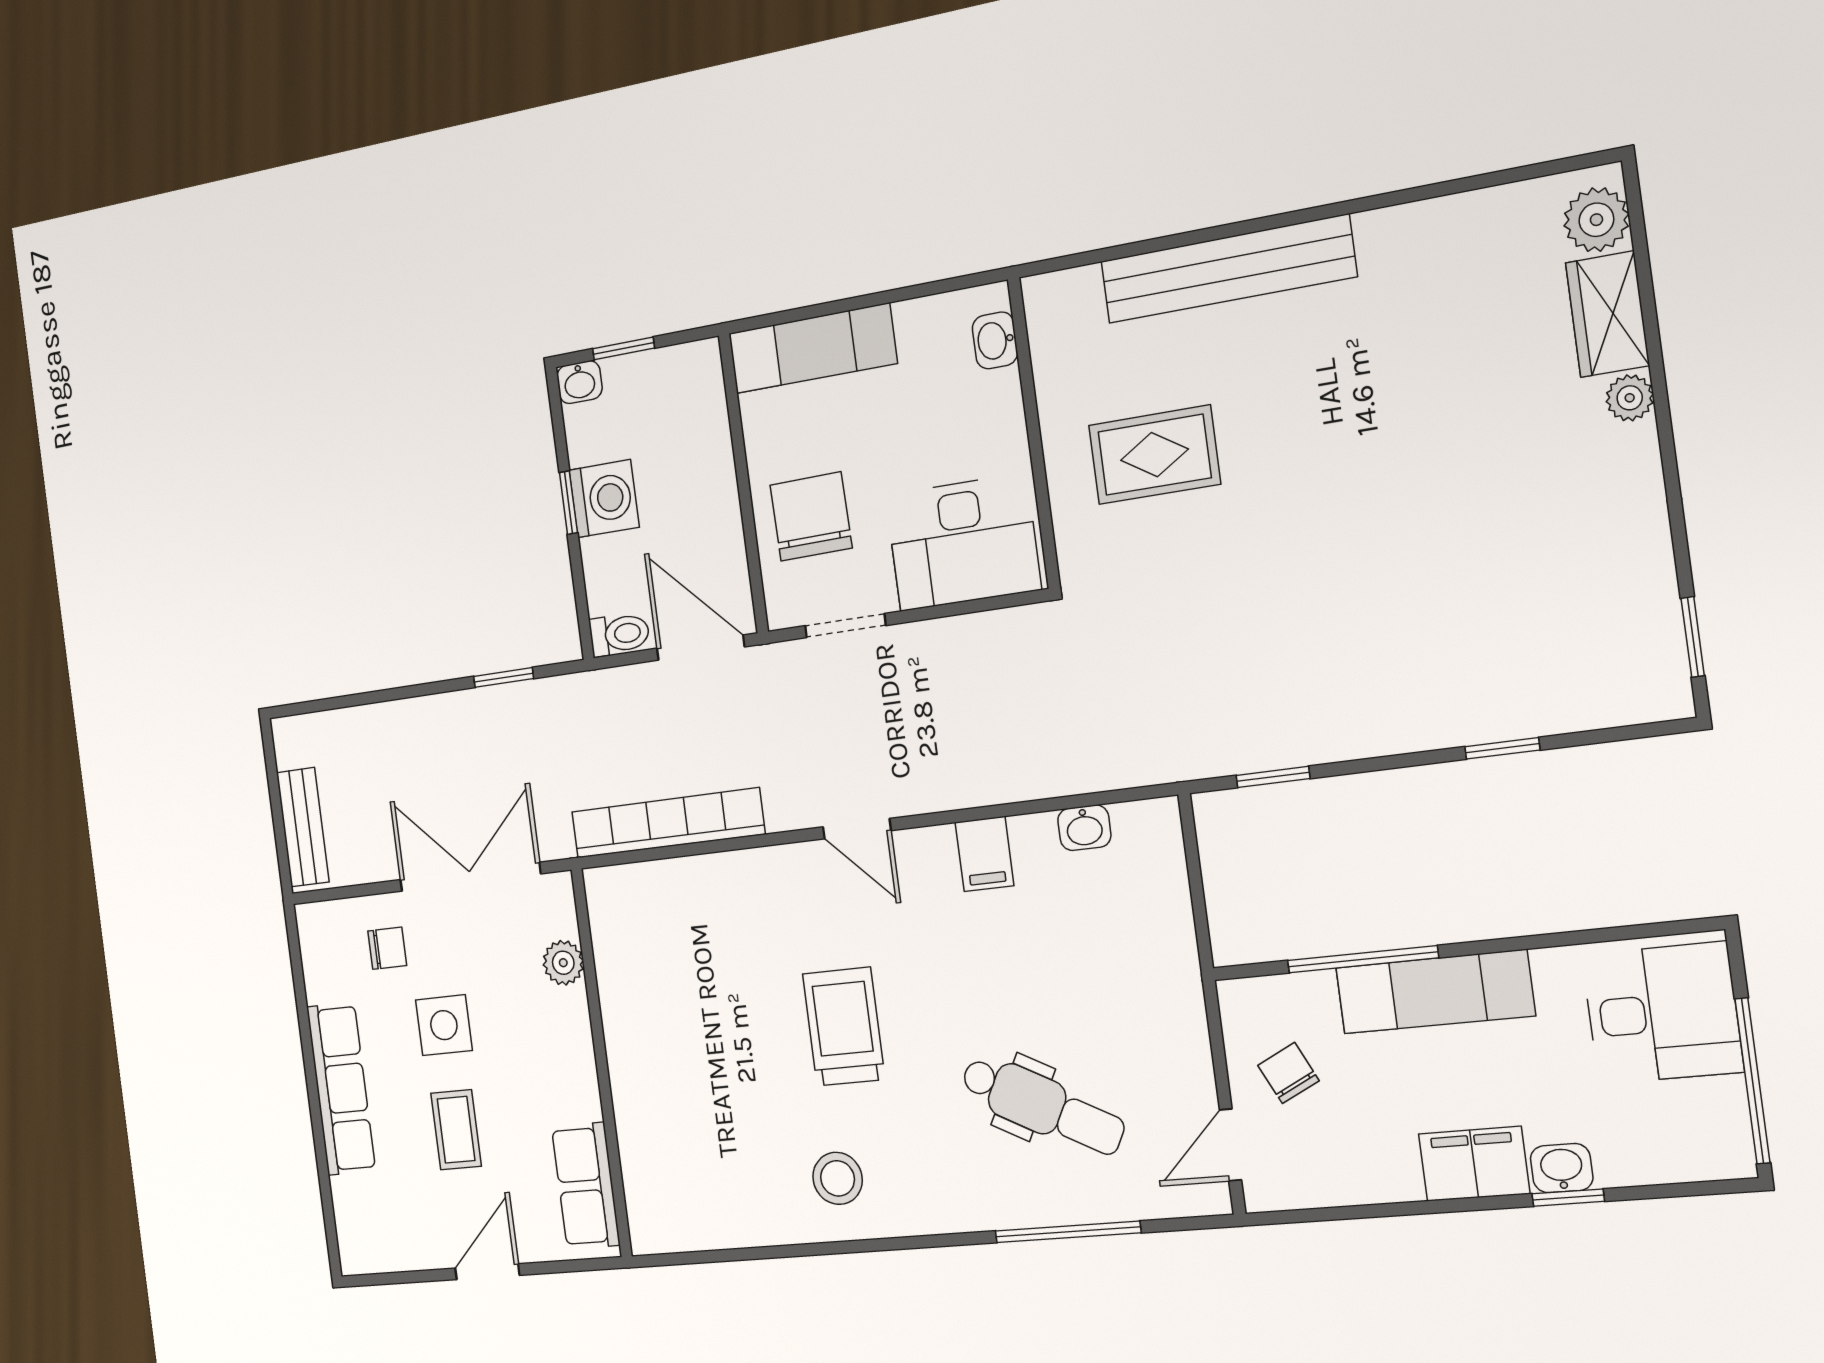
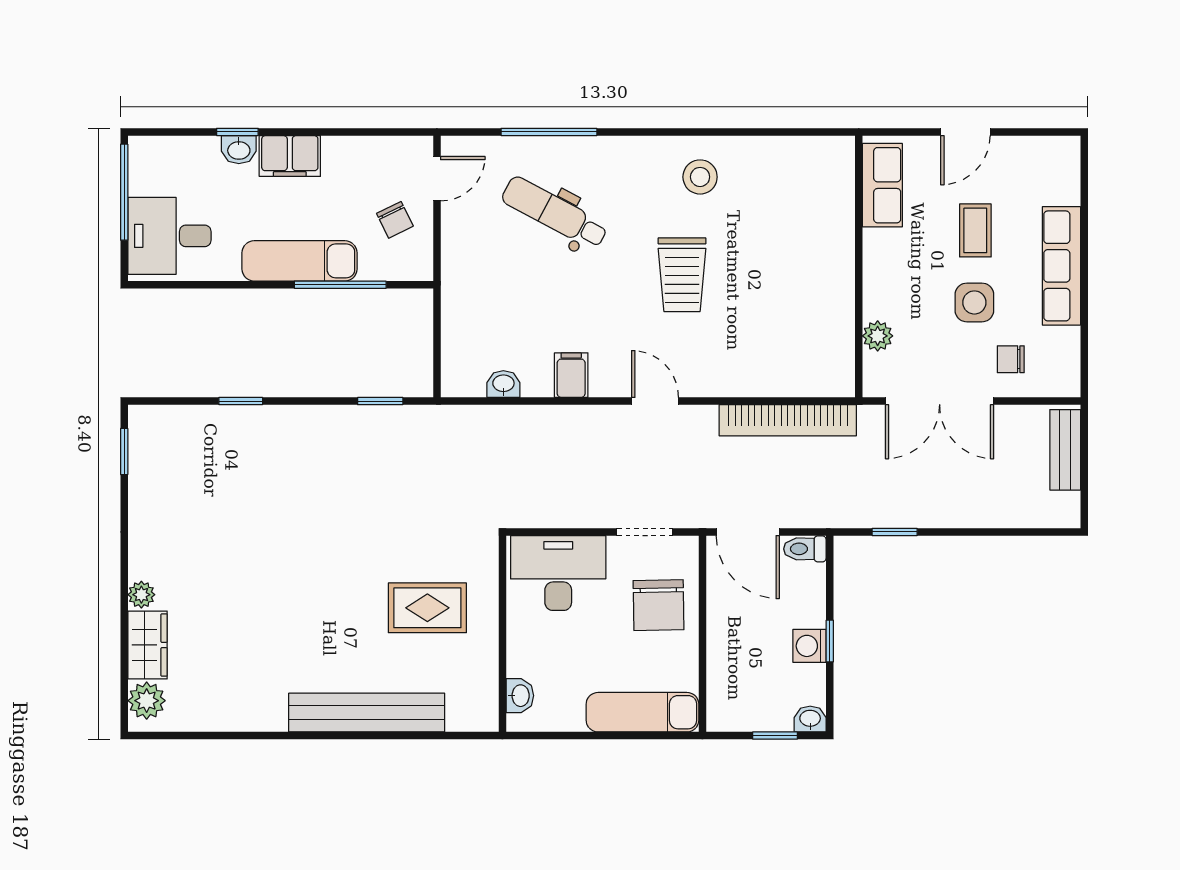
washing machine: (604, 499) -> (809, 646), width x0.73, depth x0.73

